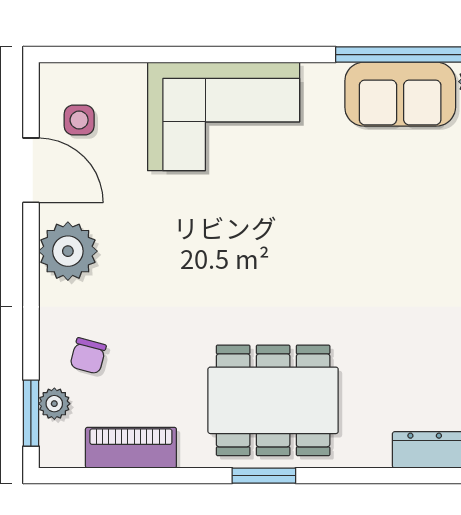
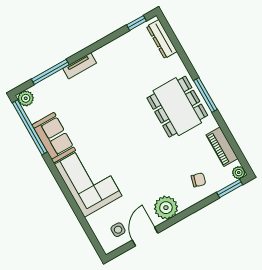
sofa: (400, 94) -> (54, 138), moved
plant: (54, 404) -> (239, 173), moved
window: (264, 476) -> (205, 95), width x1.44

